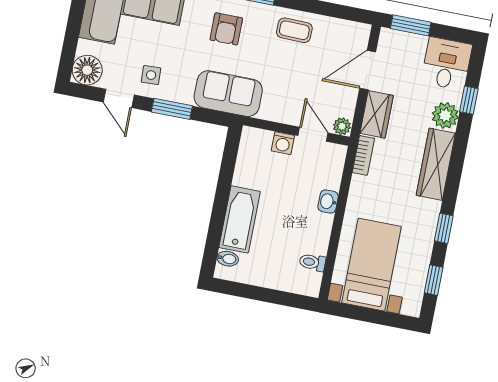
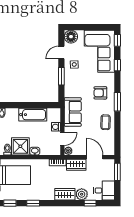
sofa: (228, 94) -> (73, 112), moved
wardrobe: (436, 164) -> (65, 194), width x0.67
bathtub: (240, 219) -> (33, 115), moved
shower: (311, 232) -> (20, 146), added

